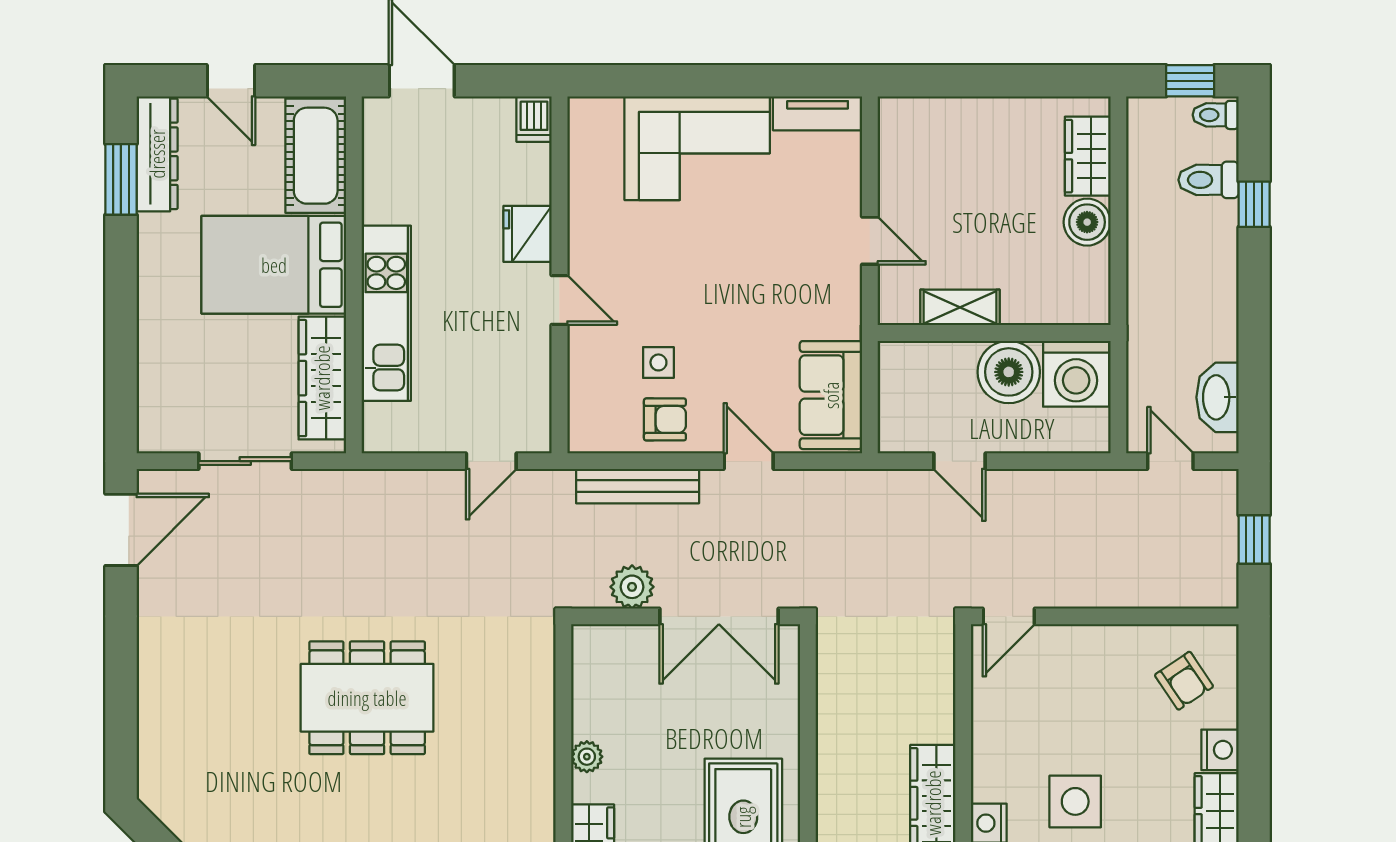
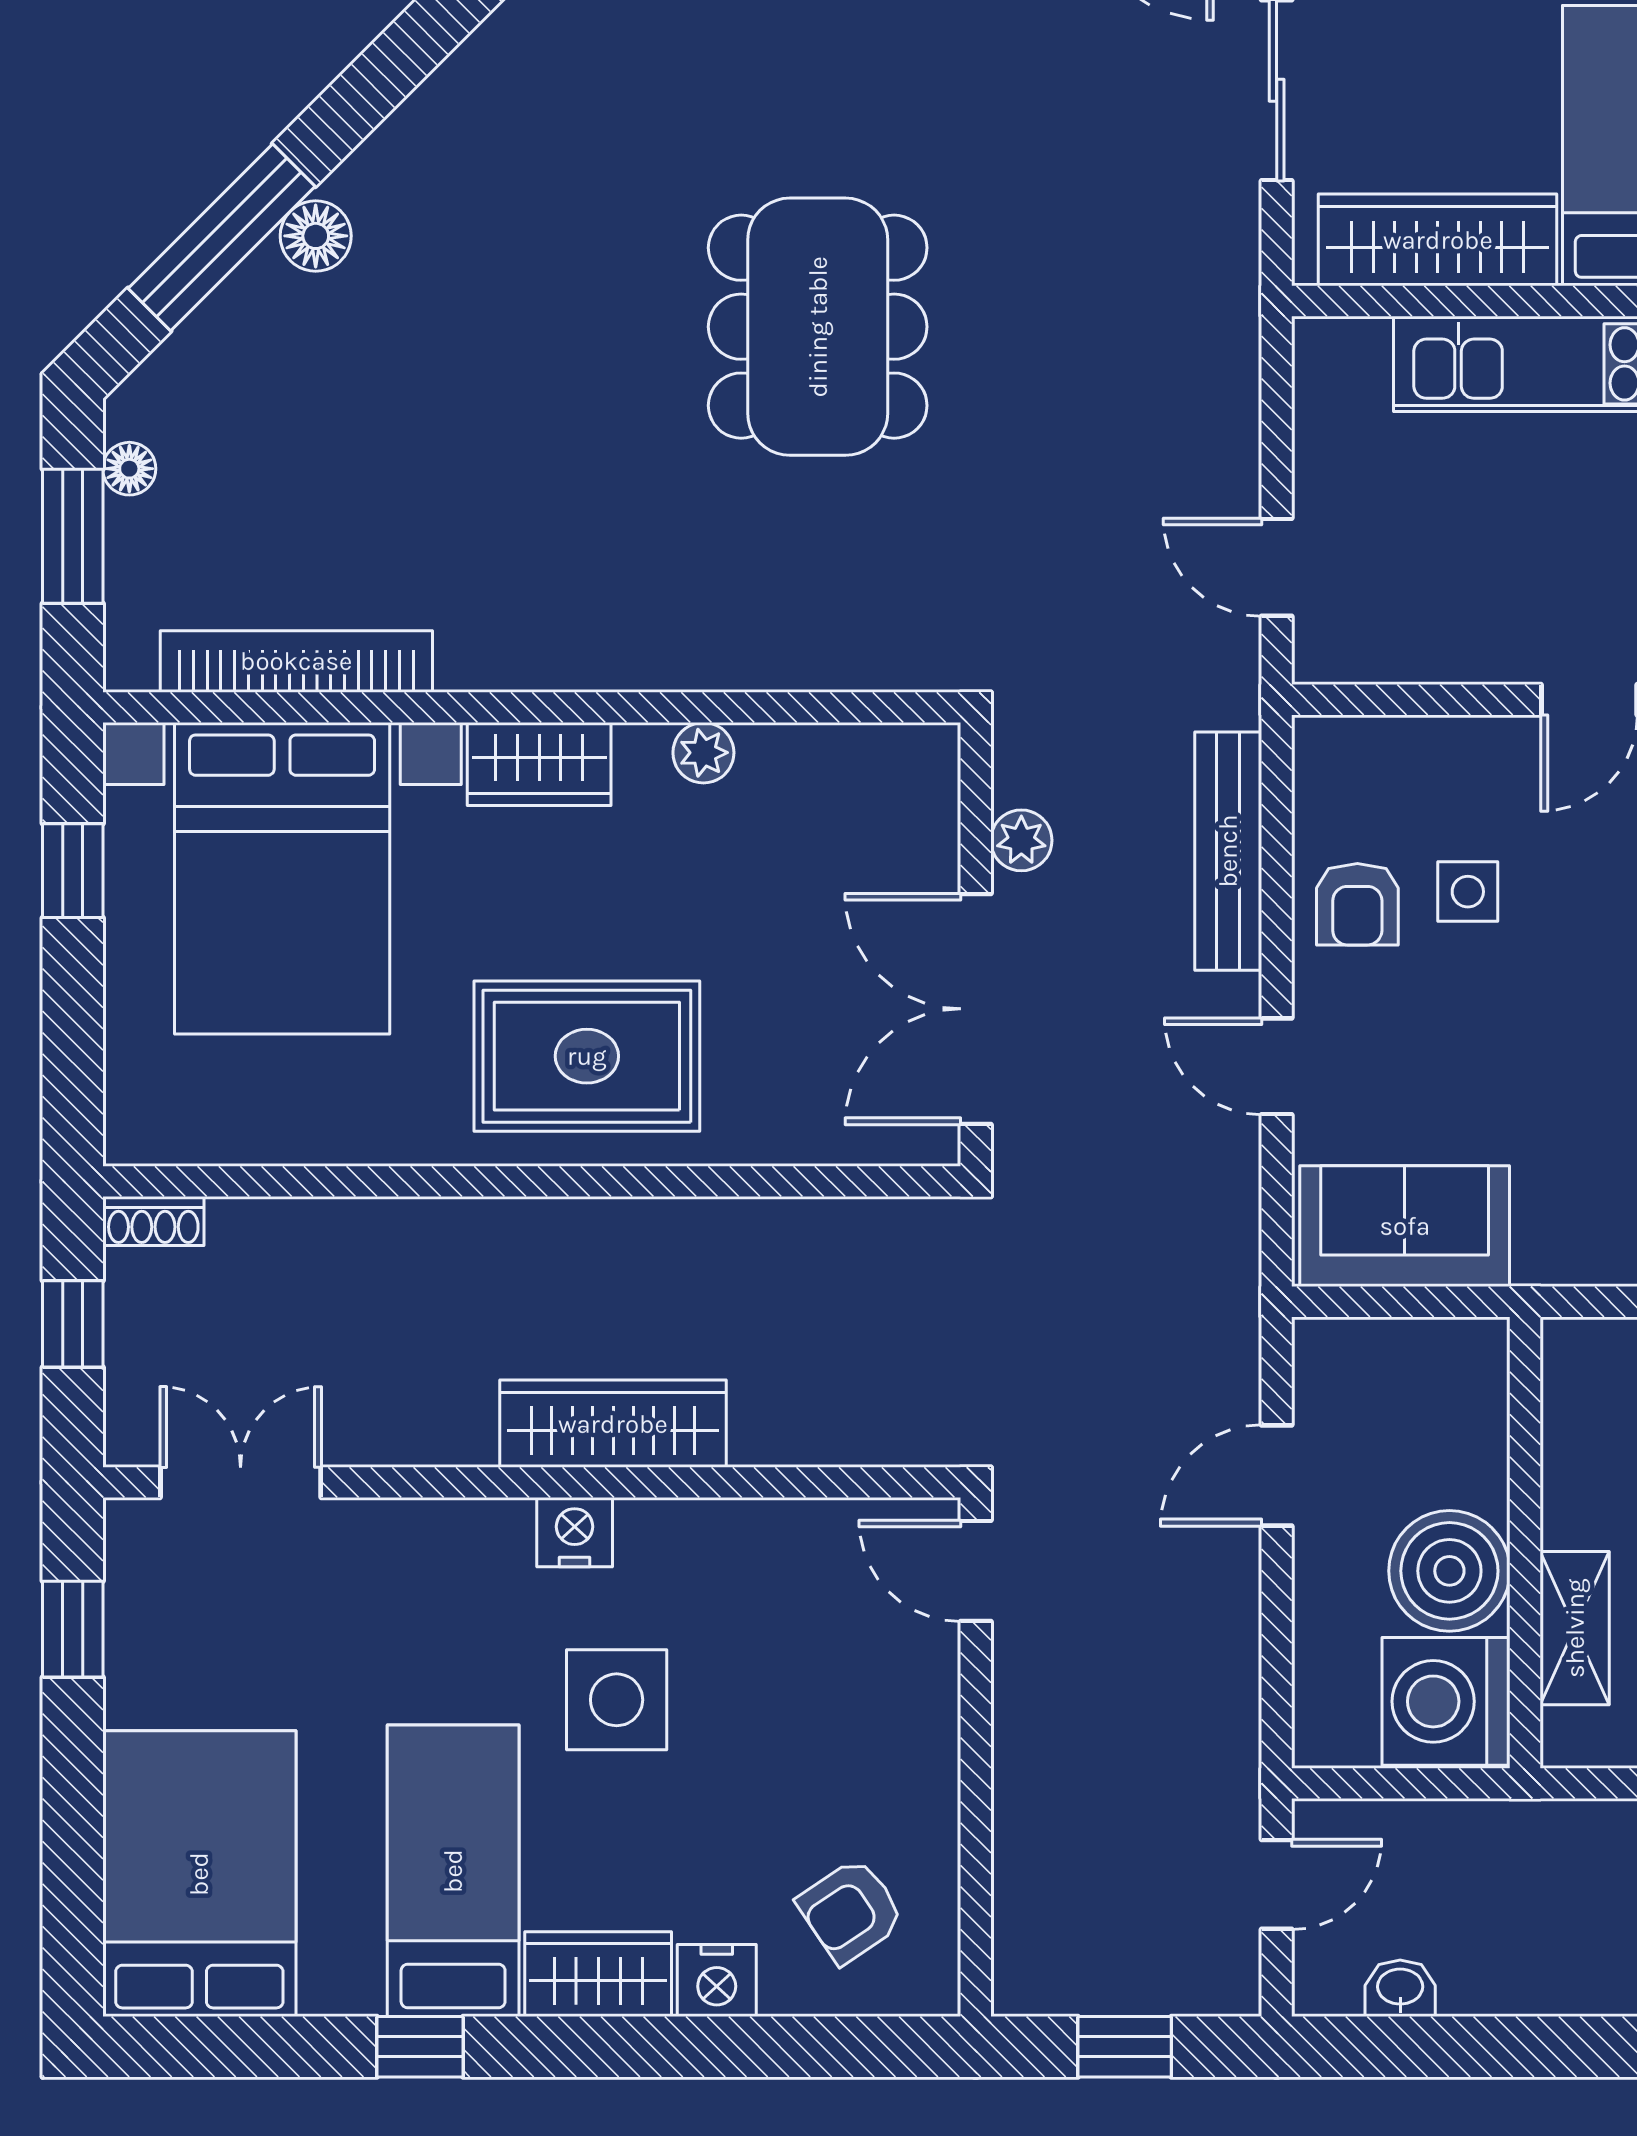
shelving: (960, 307) -> (1575, 1628), moved
washbasin: (1217, 397) -> (1400, 1988), width x0.52, depth x0.69
door: (749, 461) -> (1277, 1066), swing flipped
plant: (632, 587) -> (1021, 840), width x0.73, depth x0.73

